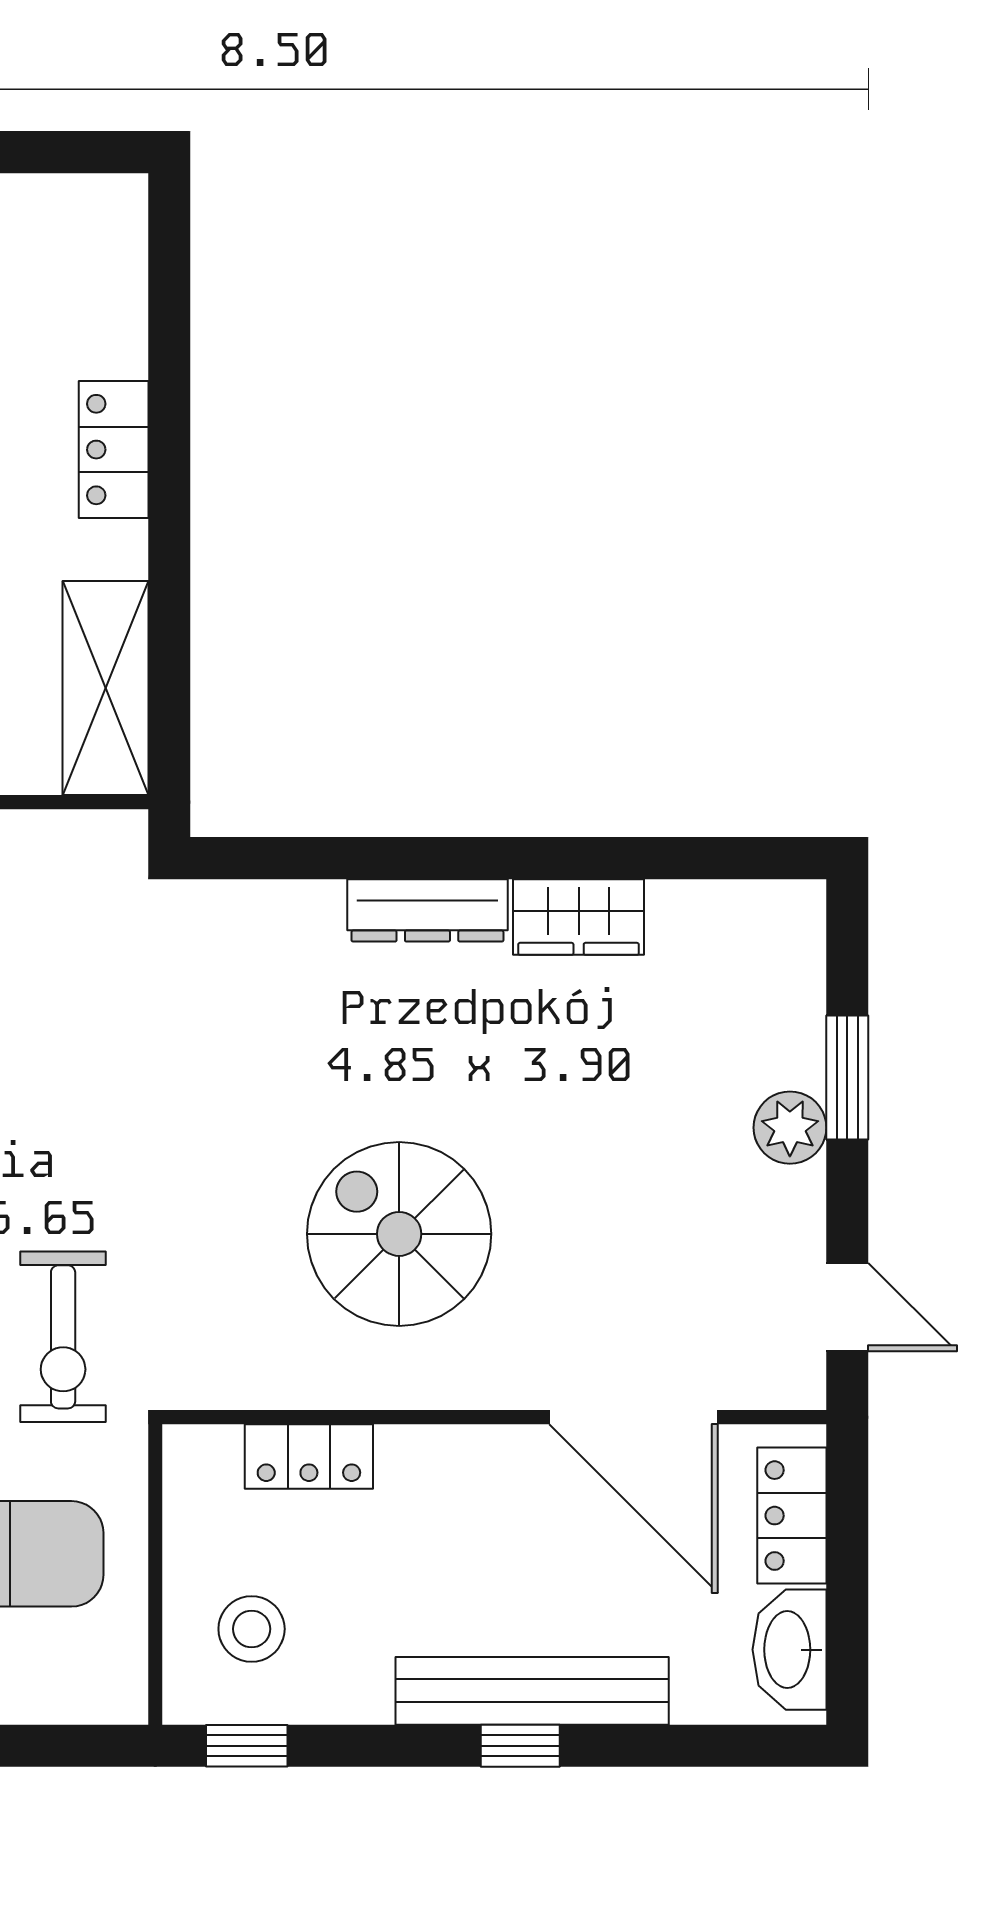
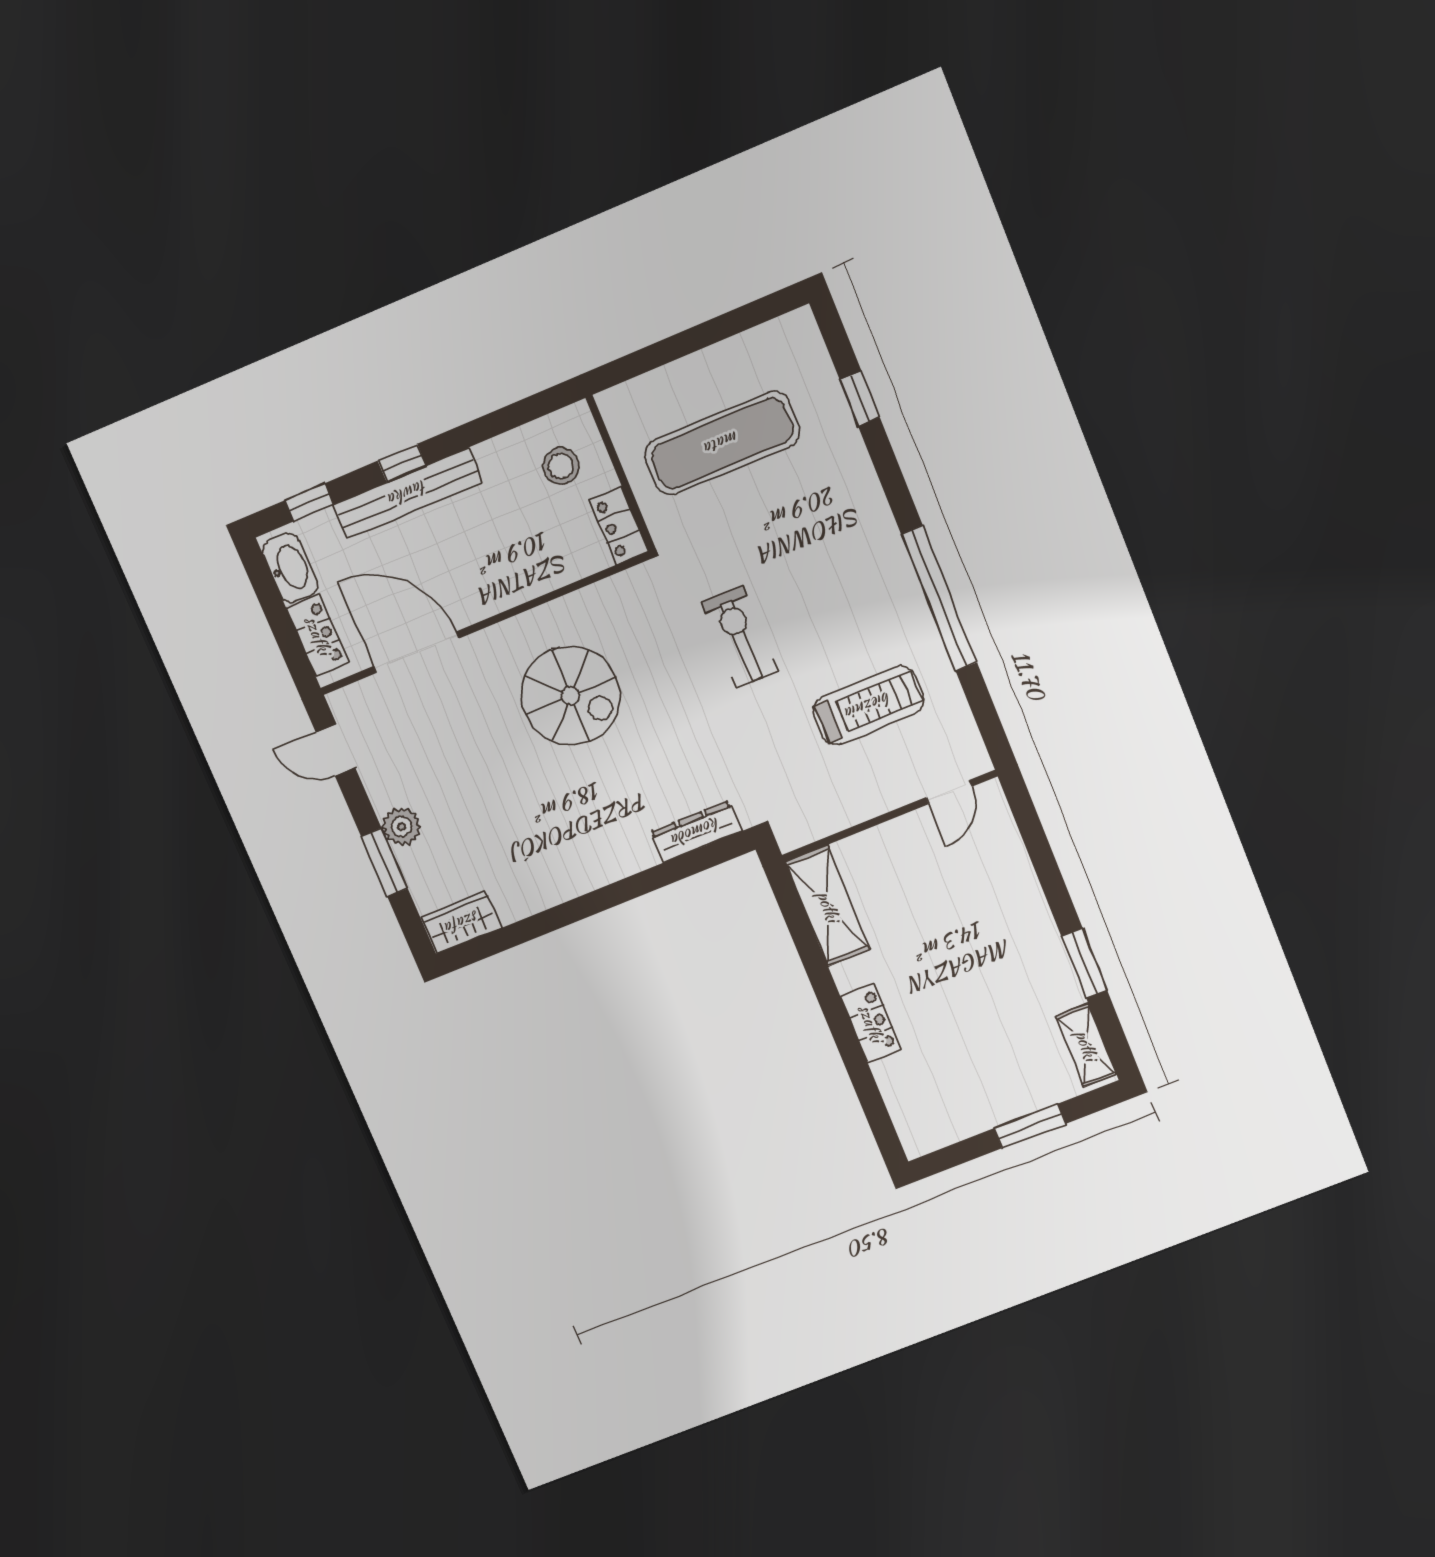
dresser: (427, 910) -> (696, 832), moved
wardrobe: (579, 917) -> (462, 923), moved
exercise bike: (63, 1337) -> (740, 637), moved
locker: (309, 1457) -> (619, 526), moved, turned -90
window: (247, 1746) -> (309, 502), moved

